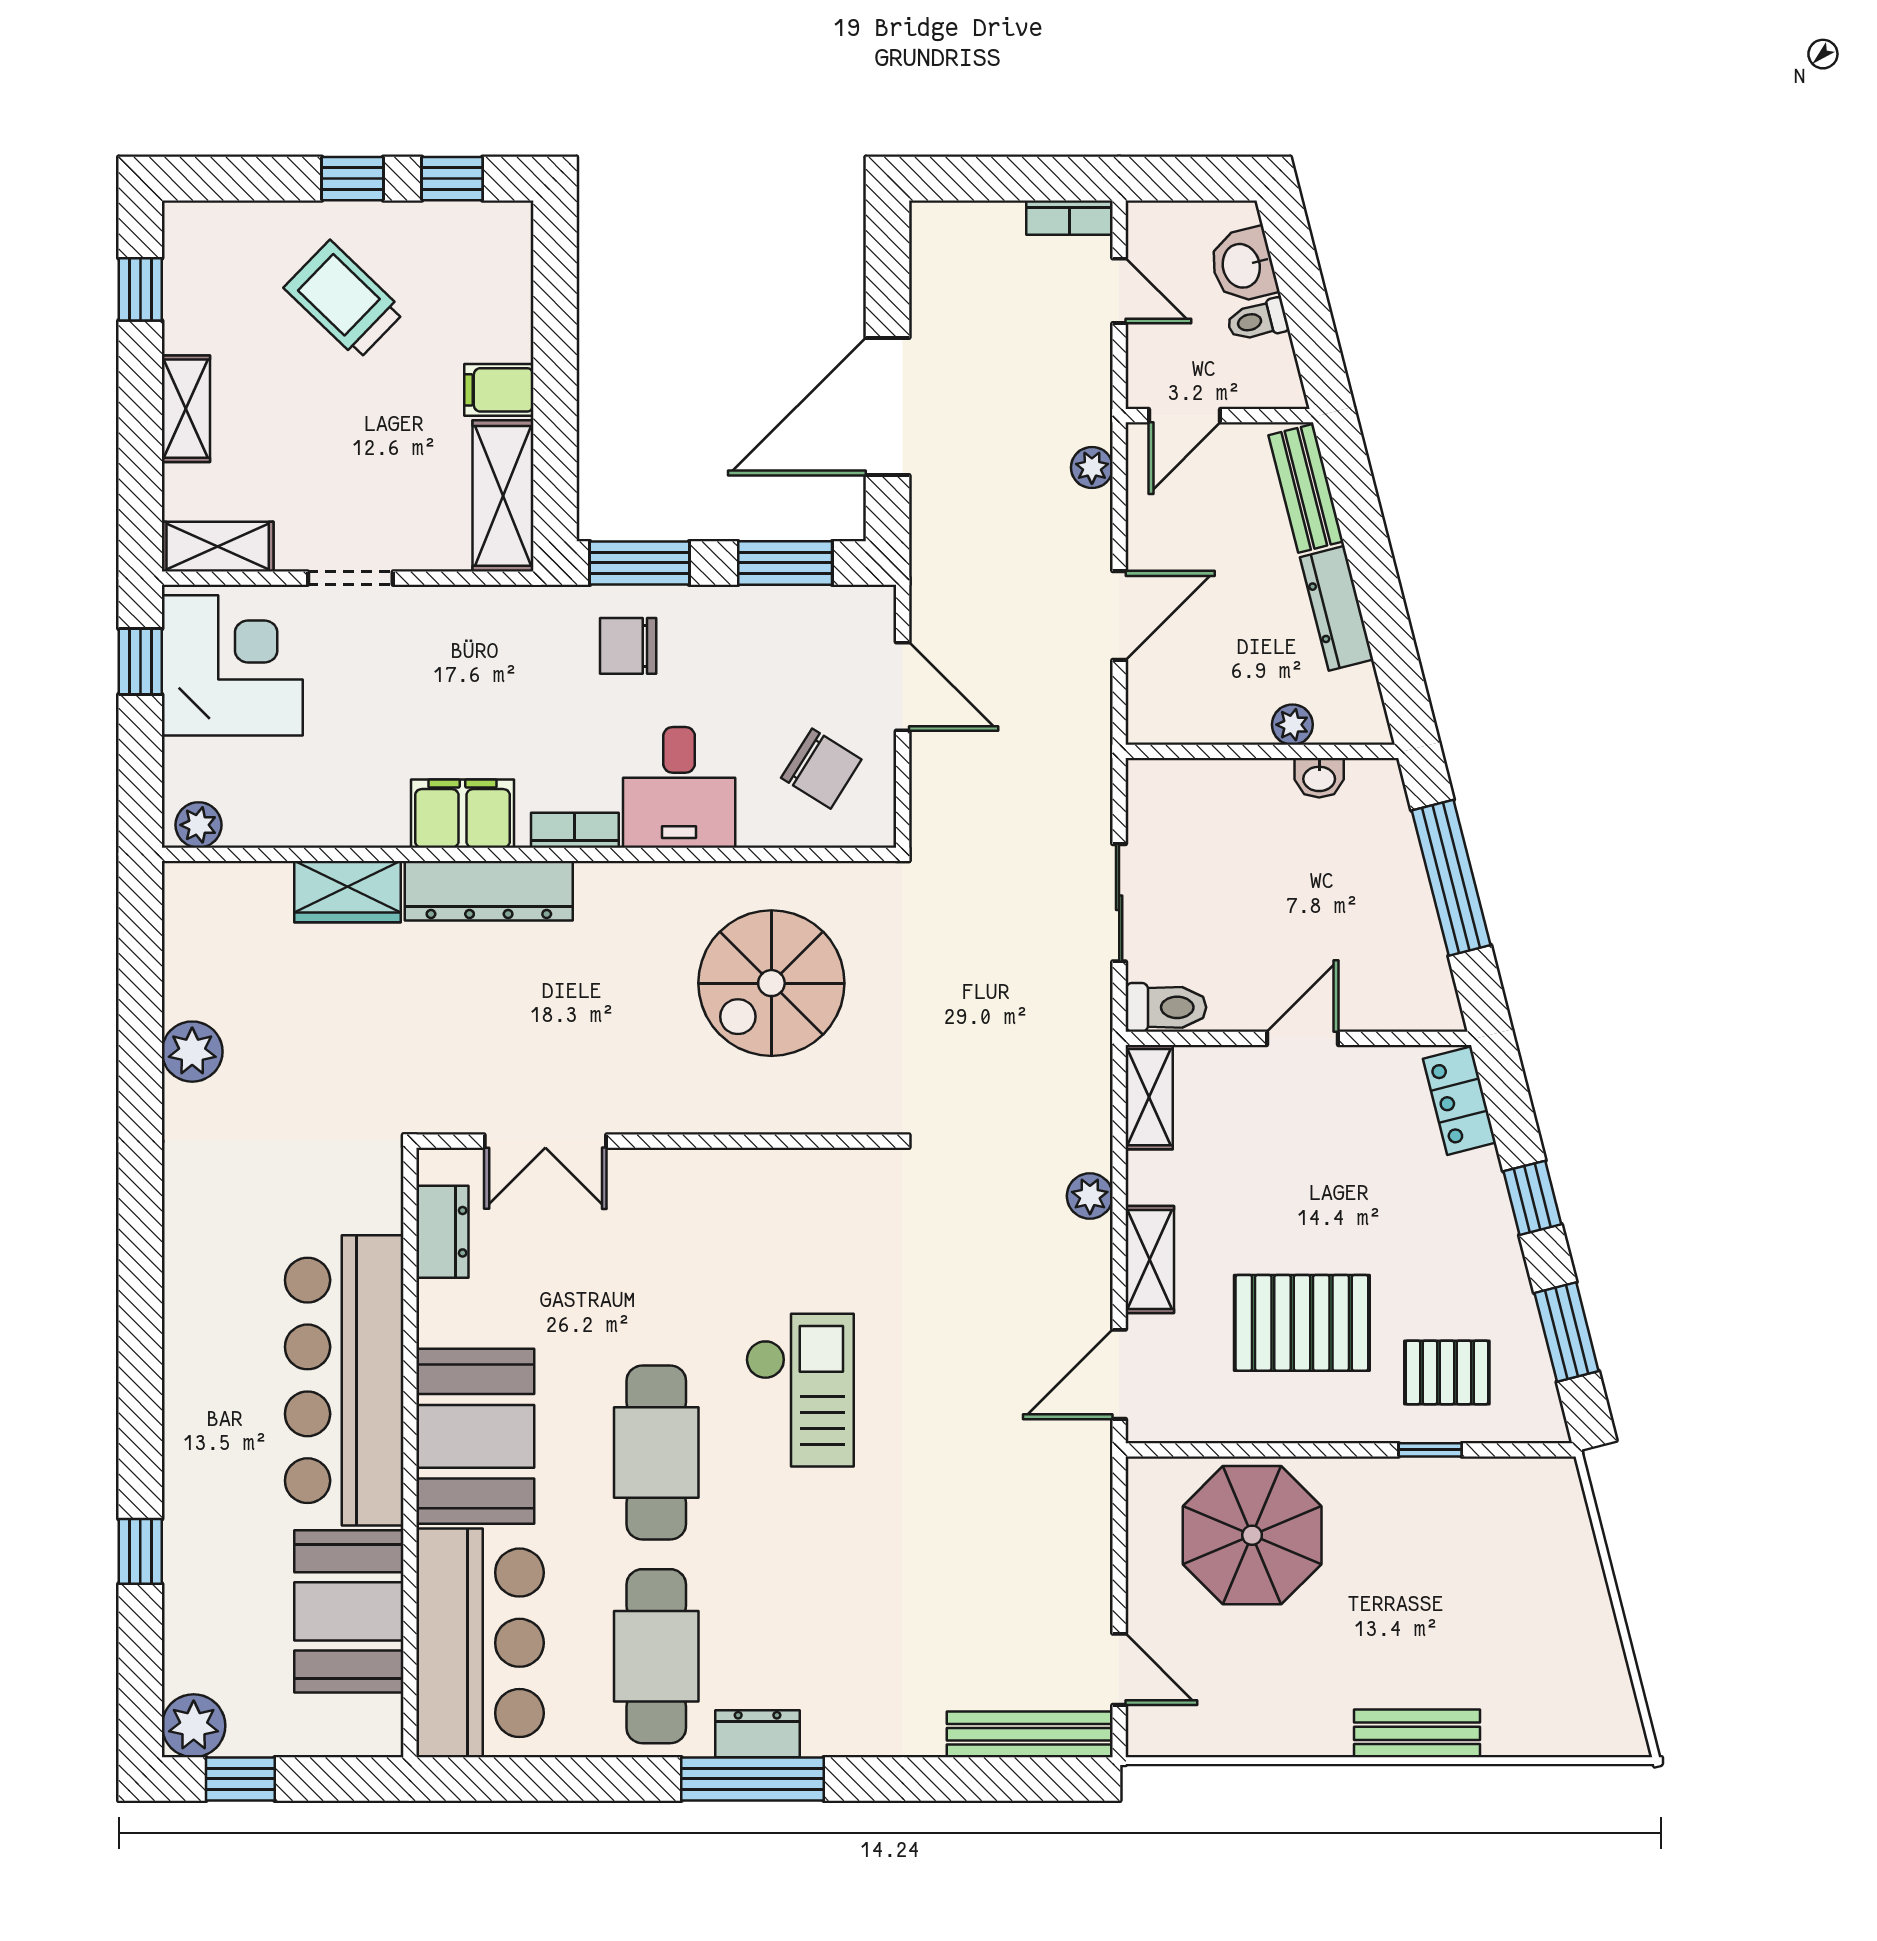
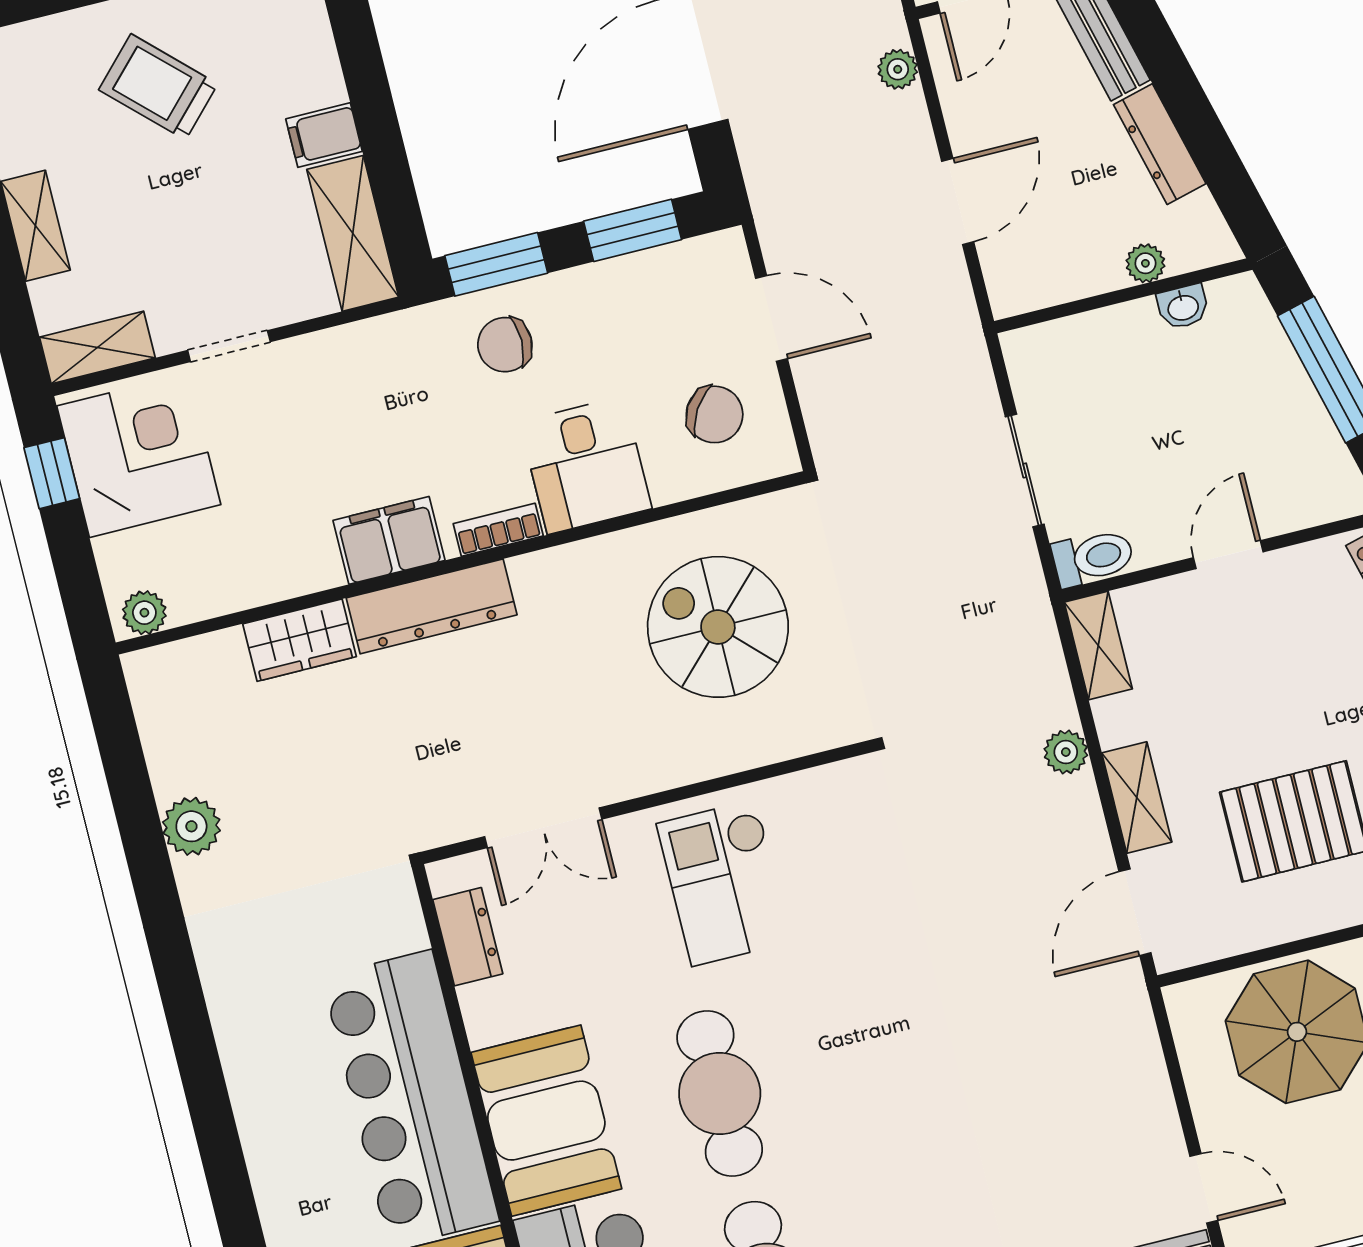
spiral stairs: (771, 983) -> (718, 627), turned 90
checkout: (800, 1390) -> (724, 883), moved, turned 180

